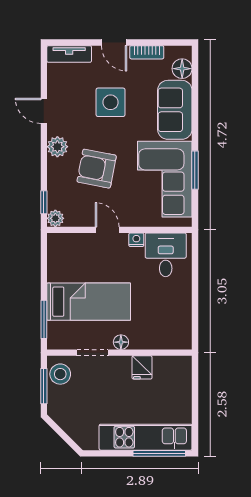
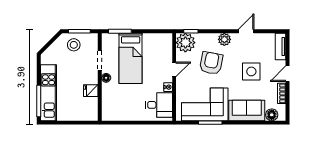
plant: (55, 218) -> (185, 43), width x1.87, depth x1.87
stool: (60, 374) -> (74, 45), moved

